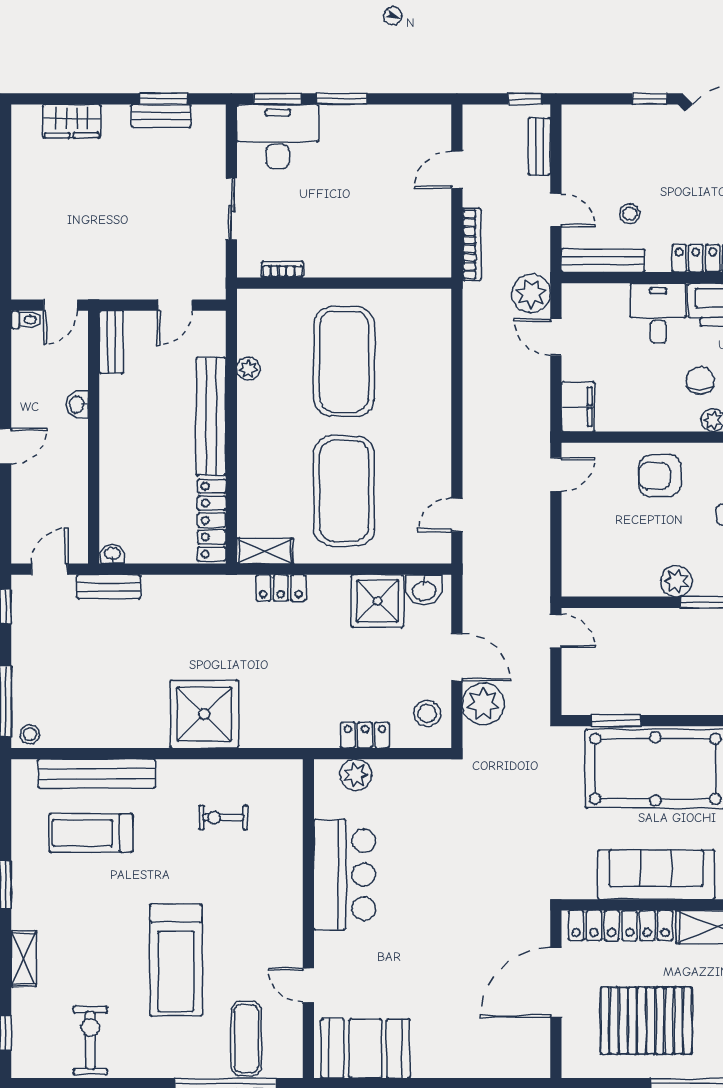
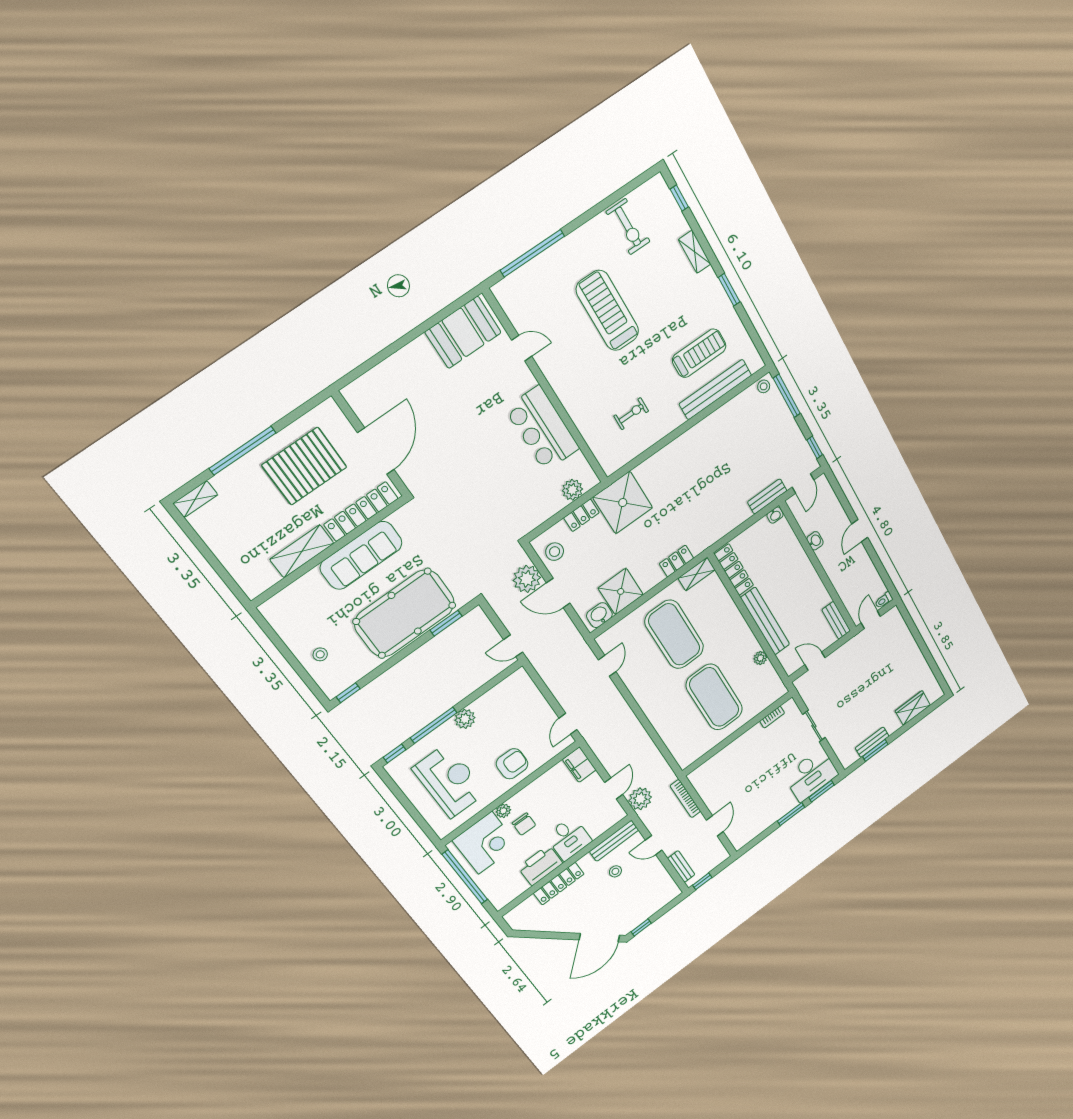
door: (175, 305) -> (815, 661), hinge flipped
door: (556, 337) -> (614, 788), hinge flipped
washbasin: (77, 405) -> (815, 541), moved
shower: (204, 714) -> (623, 503), moved
exercise mat: (246, 1039) -> (538, 290), removed

